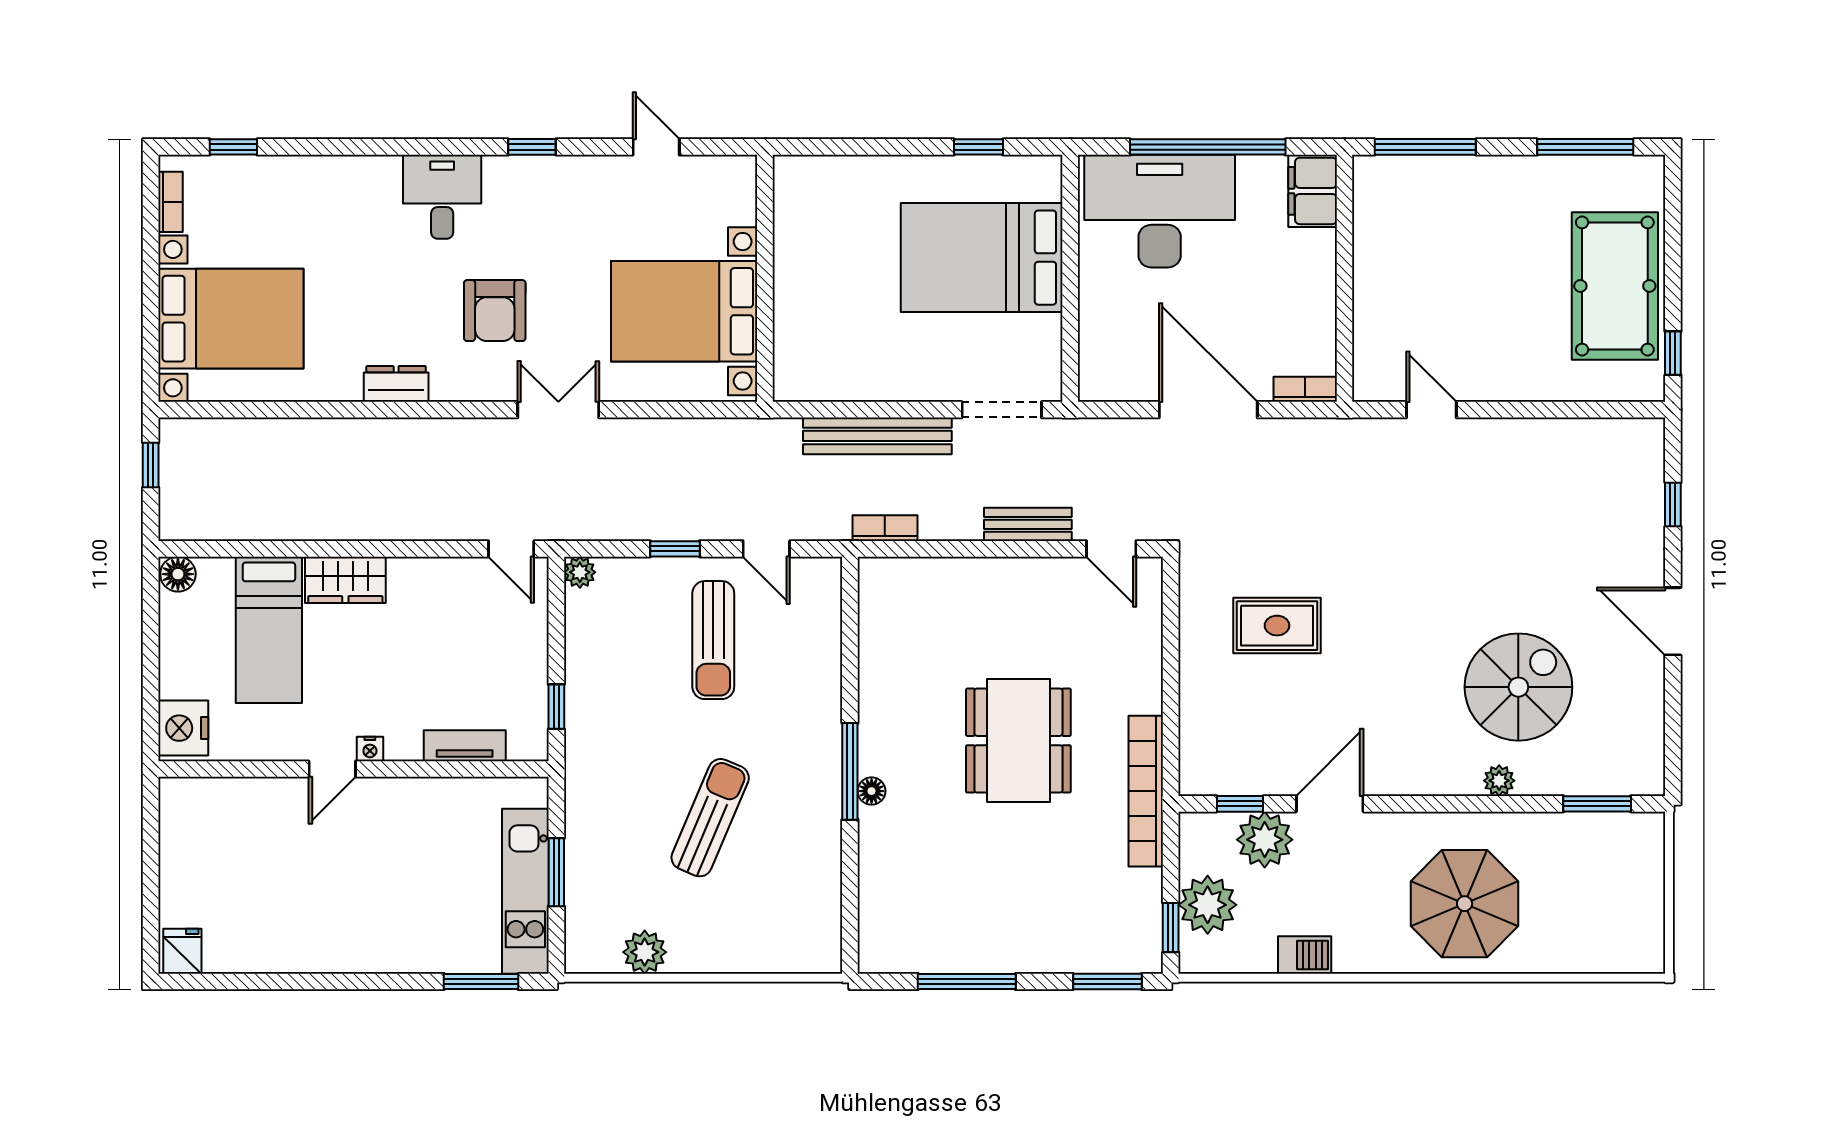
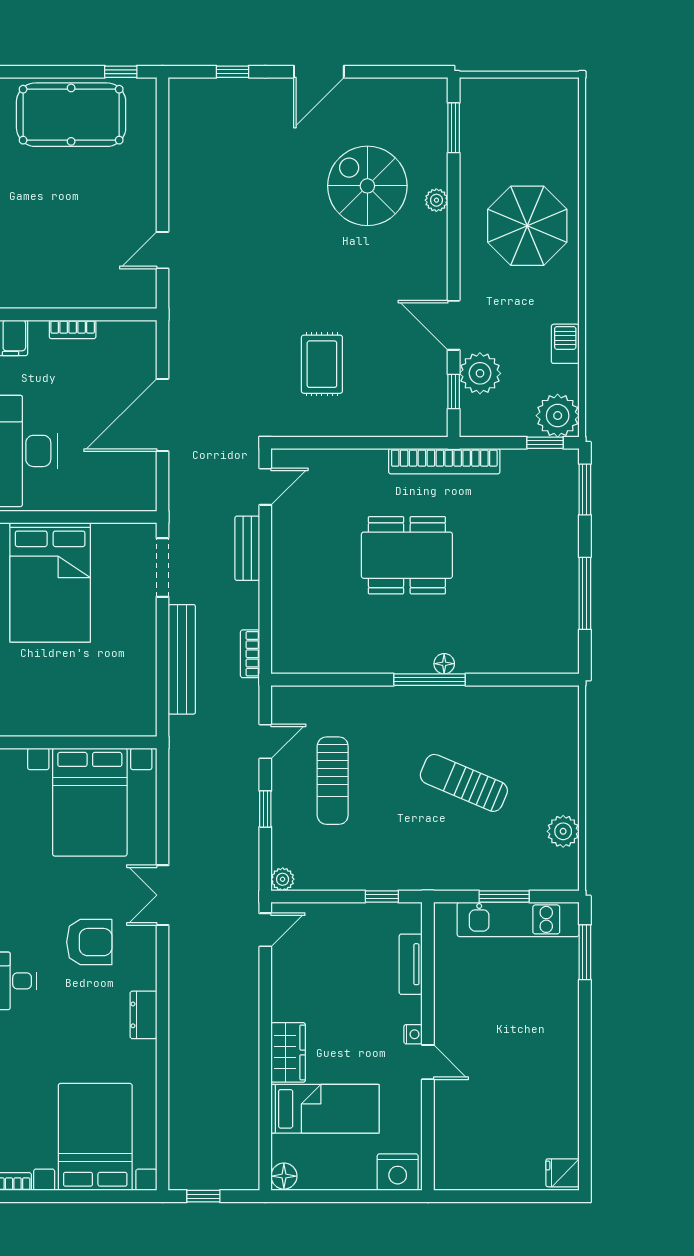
bookcase: (1305, 389) -> (73, 329), moved, turned -90
sun lounger: (713, 640) -> (333, 781), turned 90
plant: (1208, 905) -> (558, 416), moved

